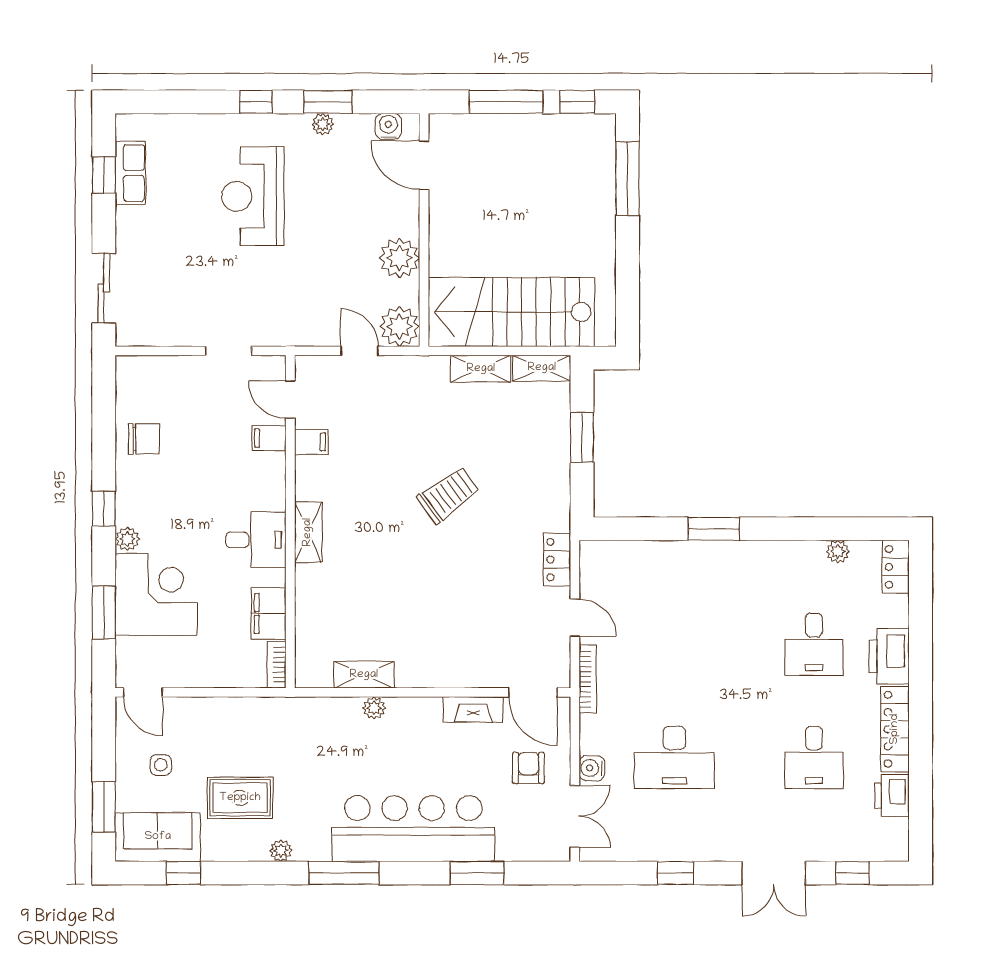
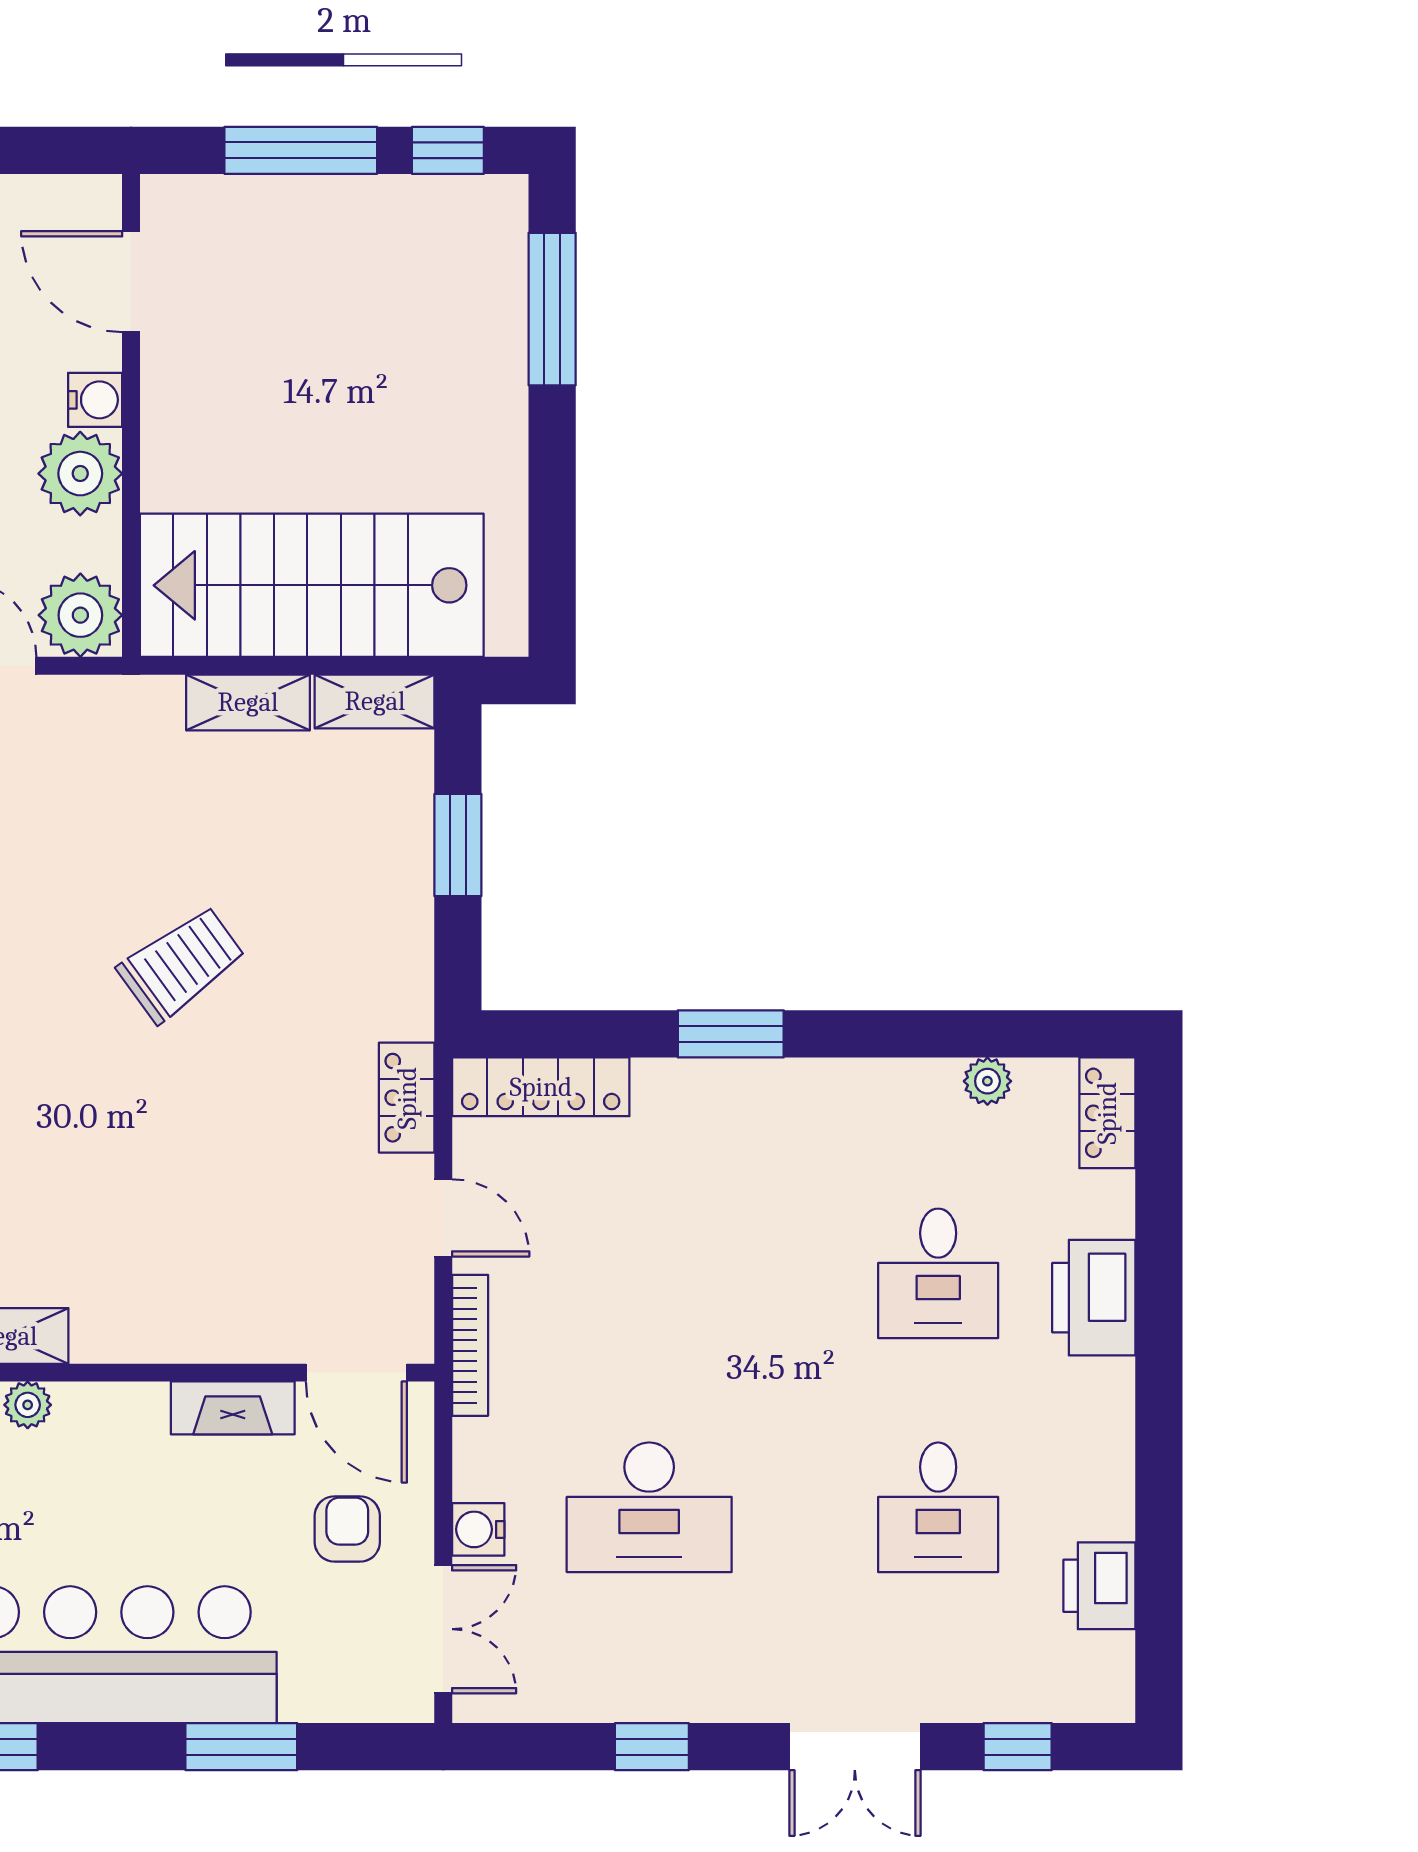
water cooler: (388, 126) -> (95, 400), moved, turned 90
locker: (895, 729) -> (541, 1087), moved, turned -90

